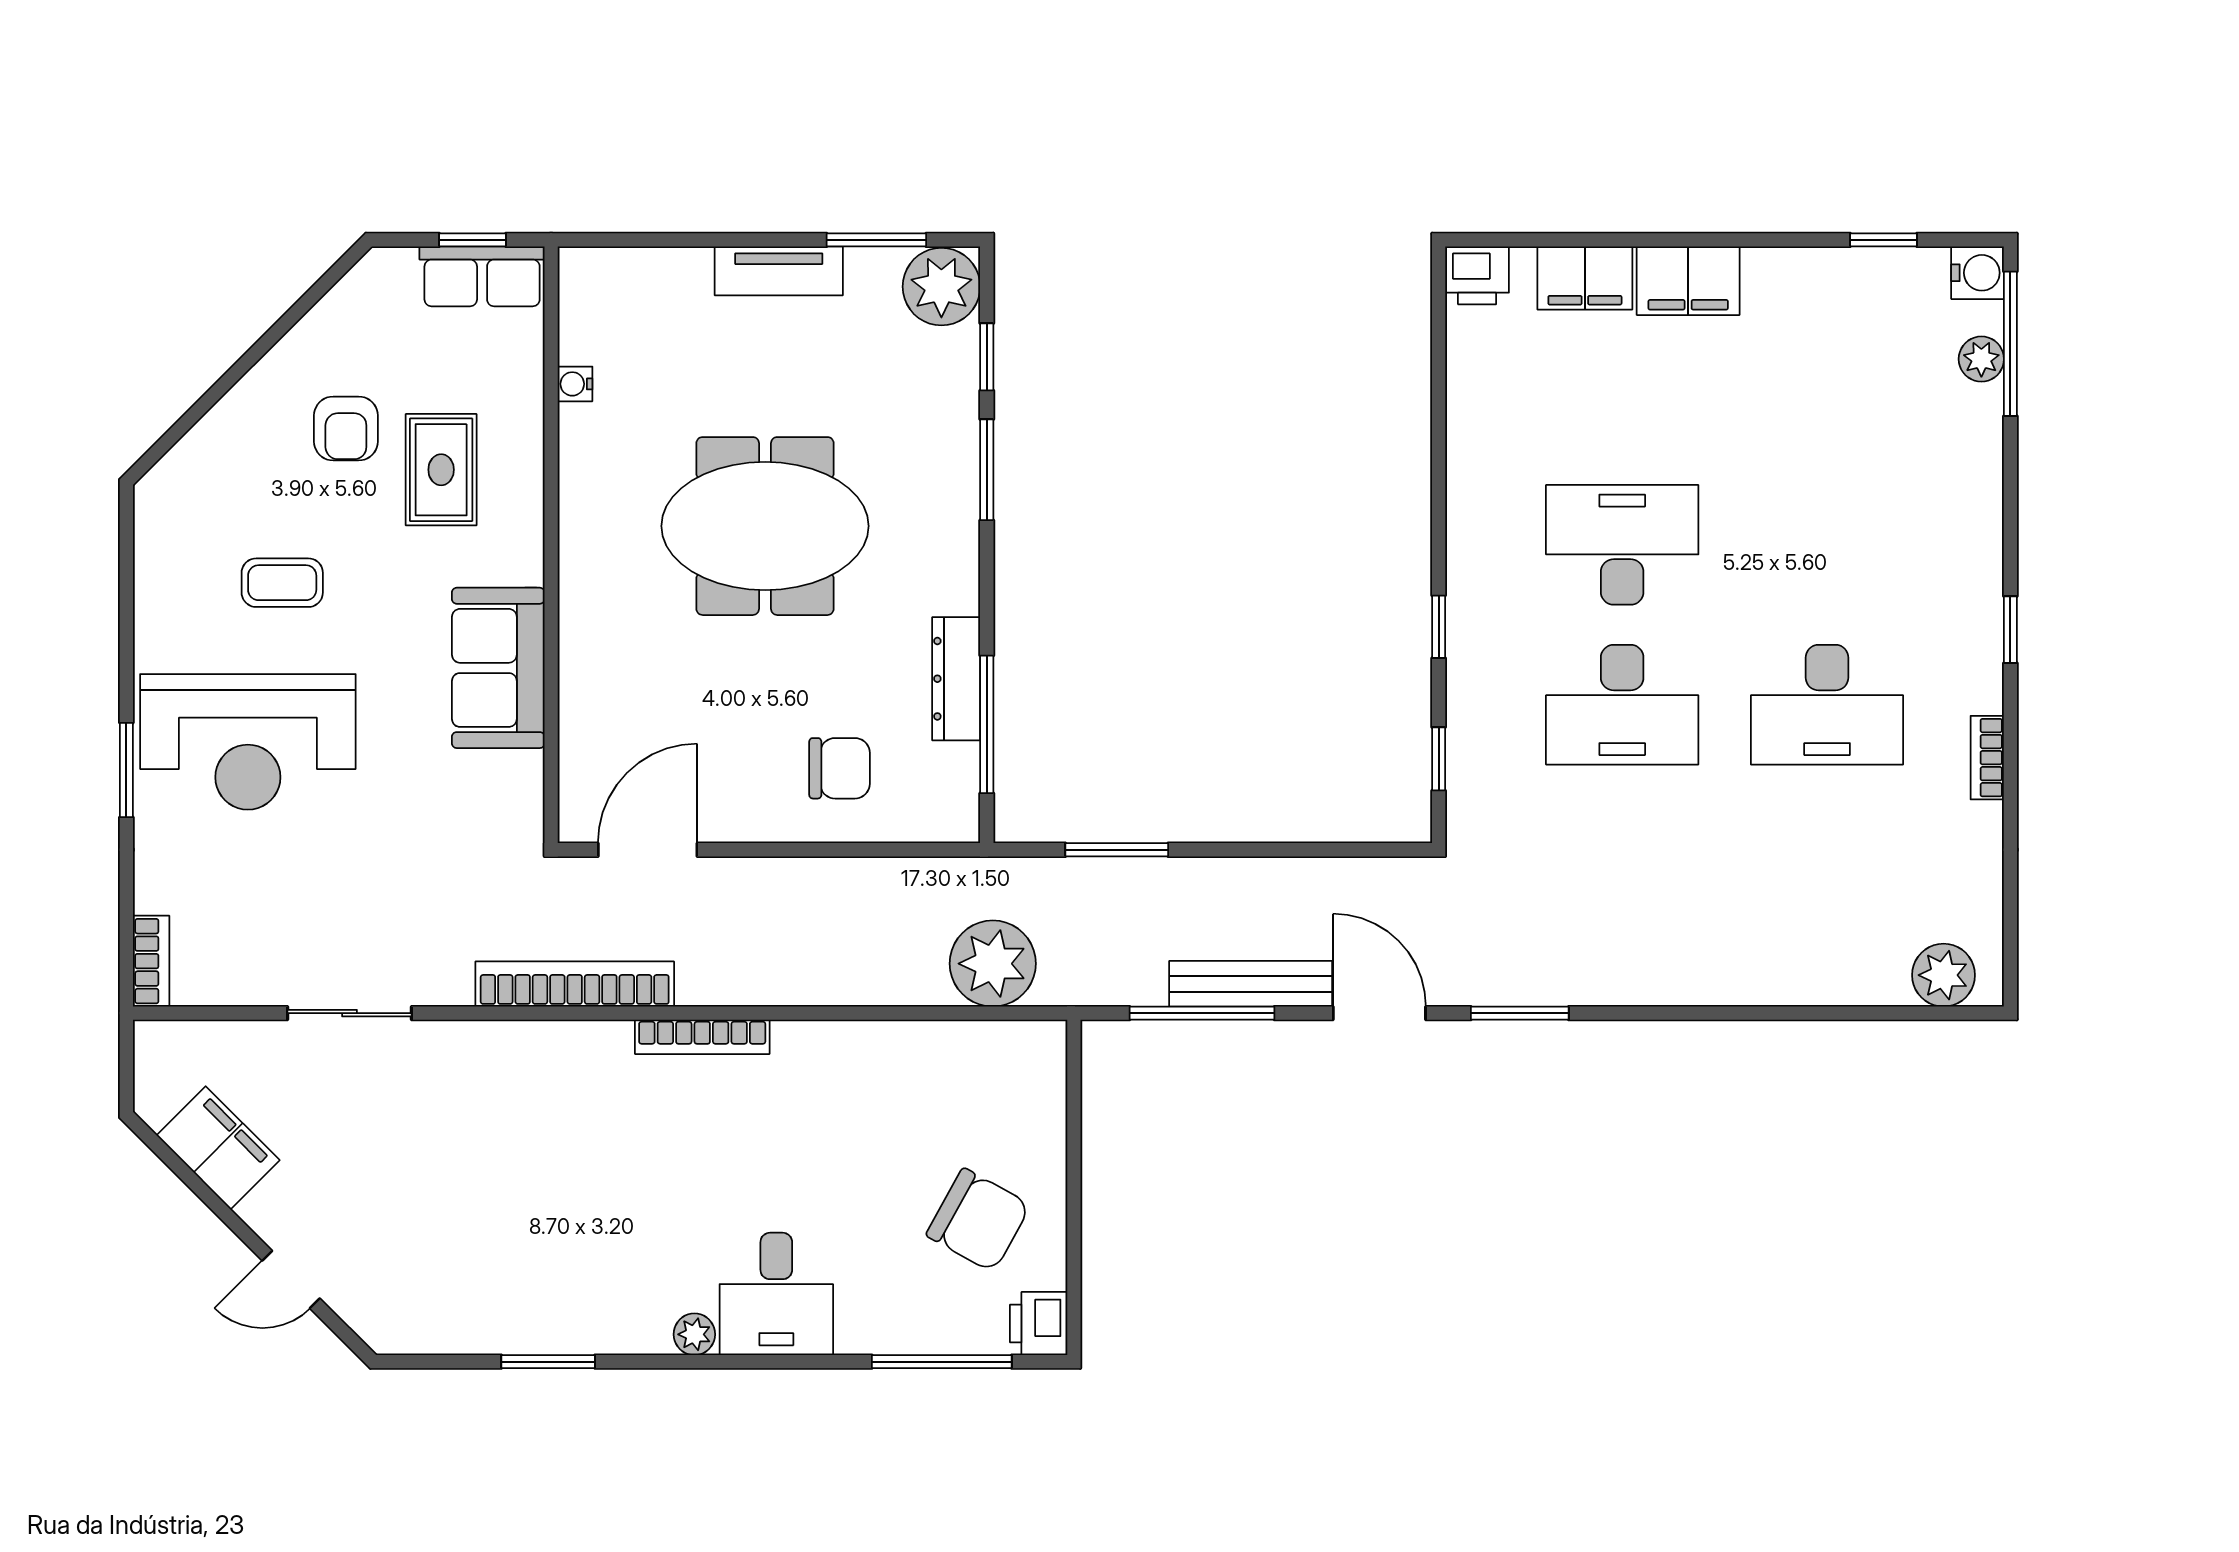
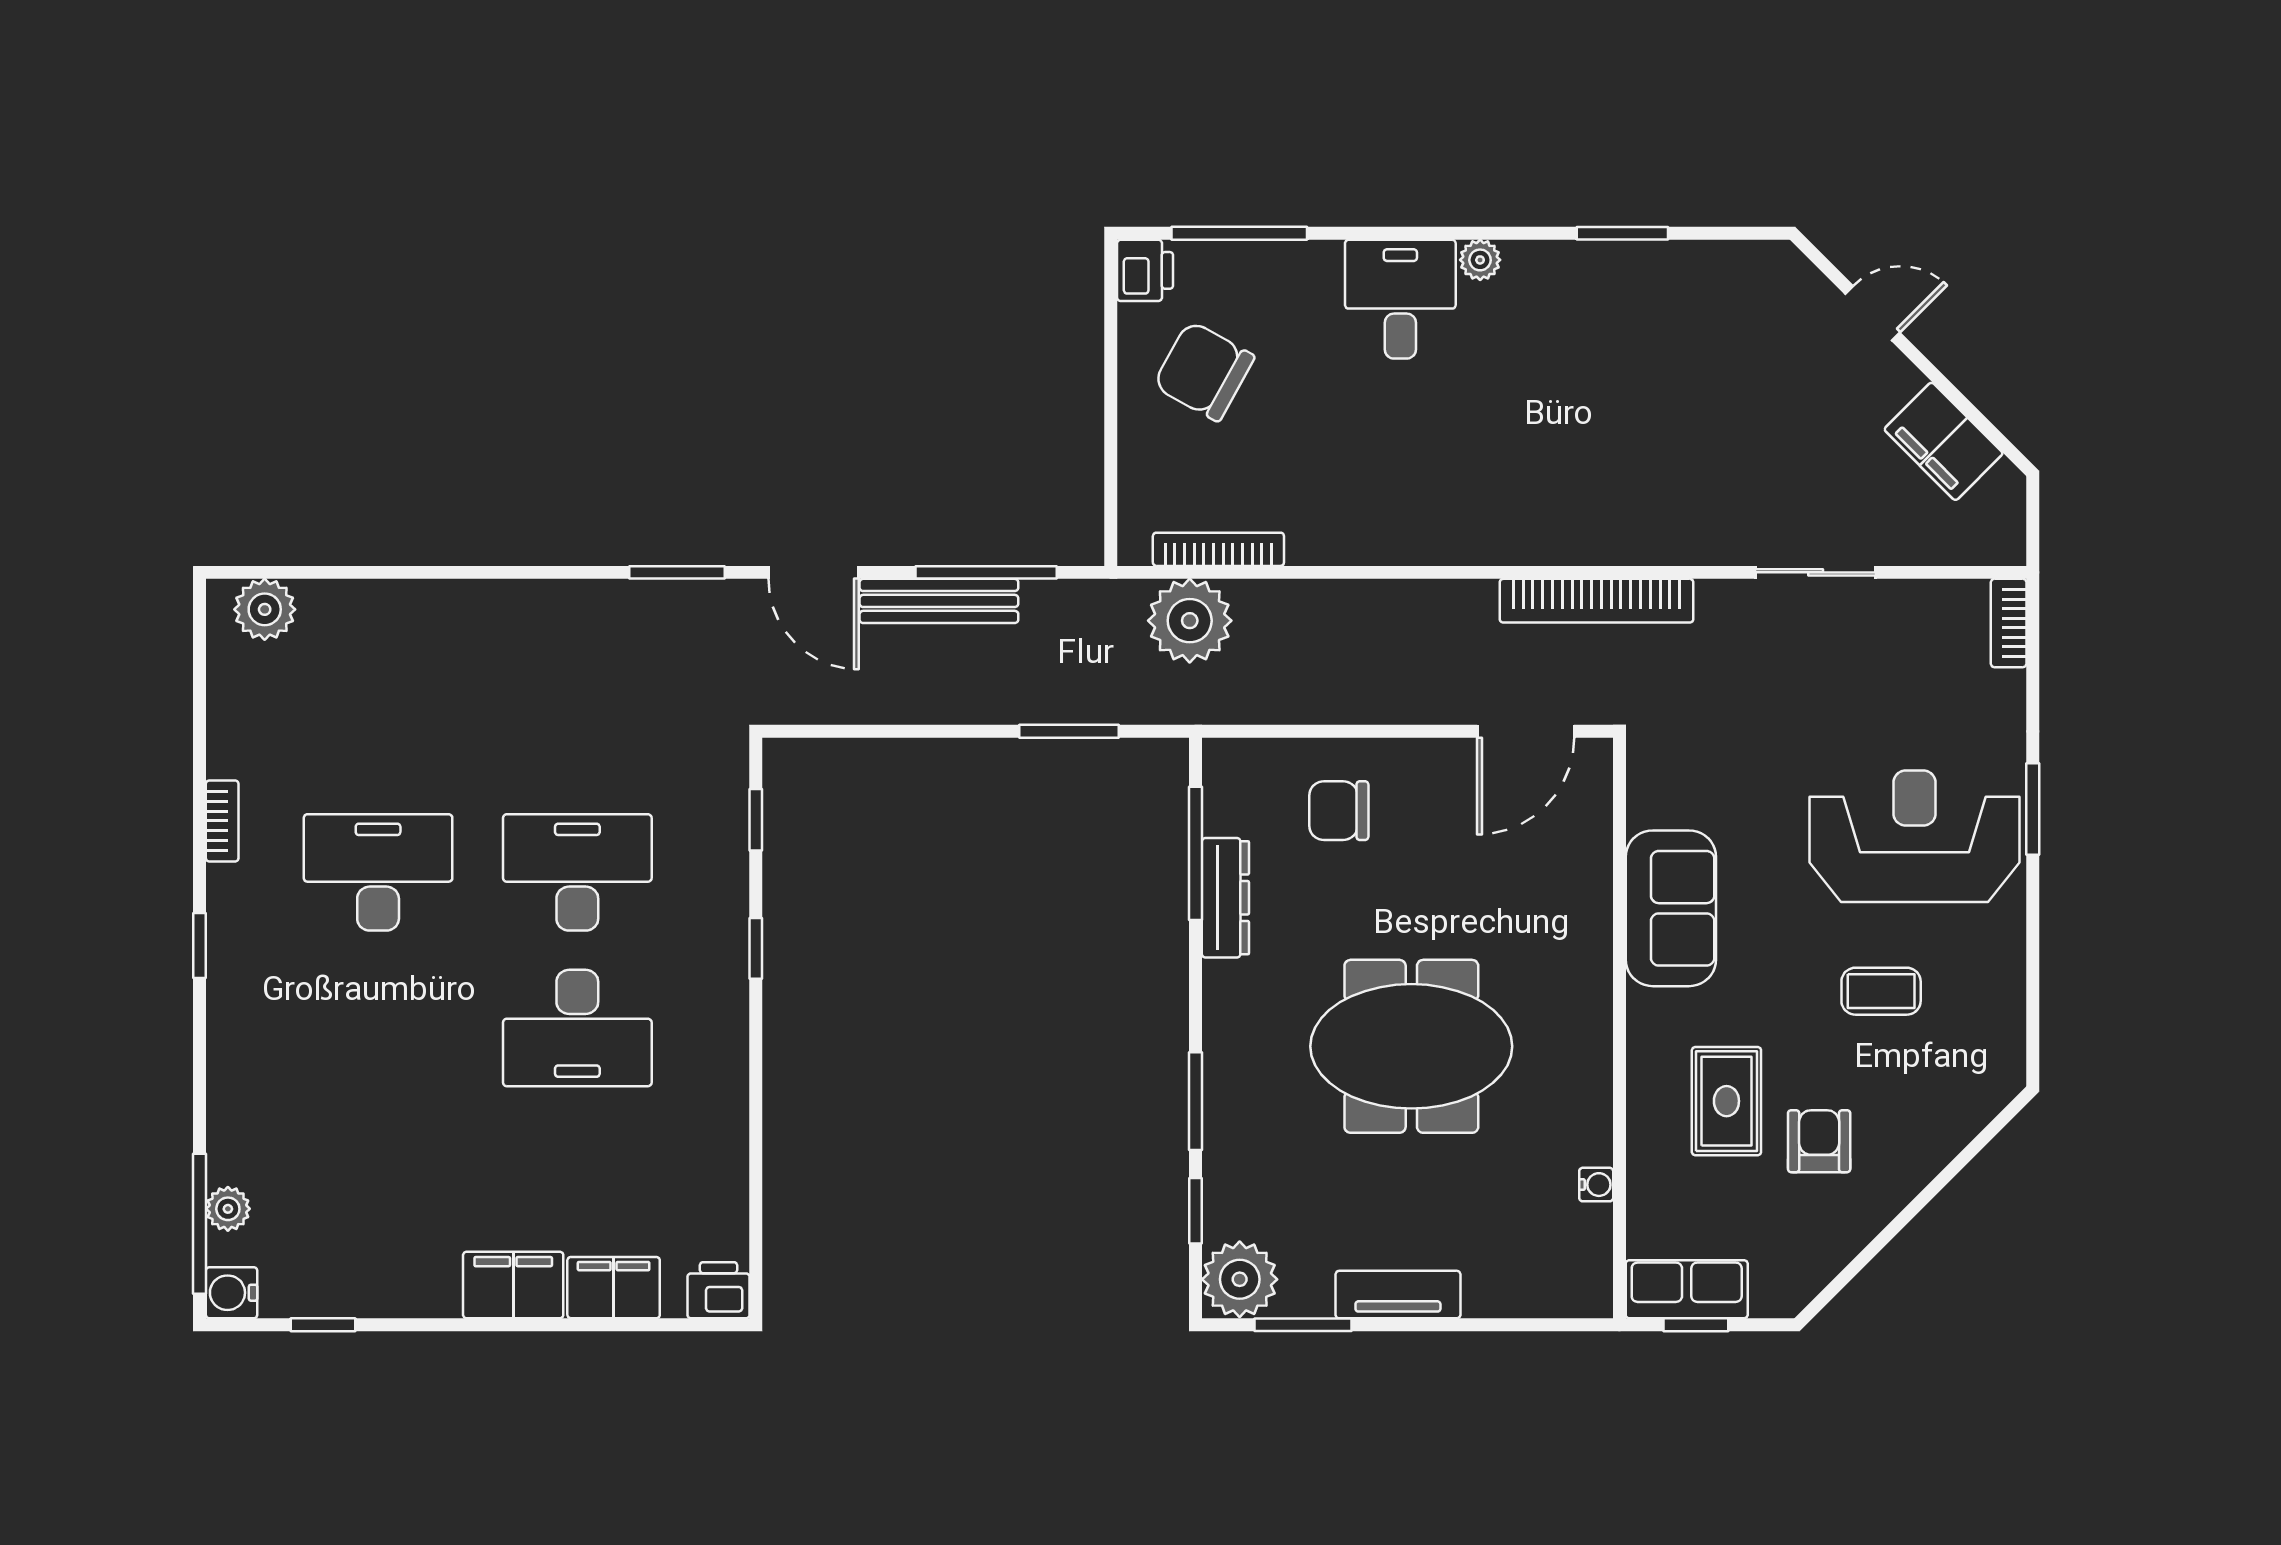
bookcase: (702, 1037) -> (1218, 549), moved

